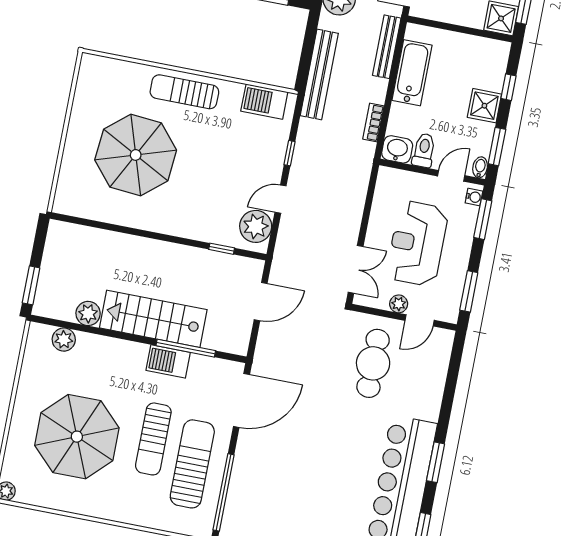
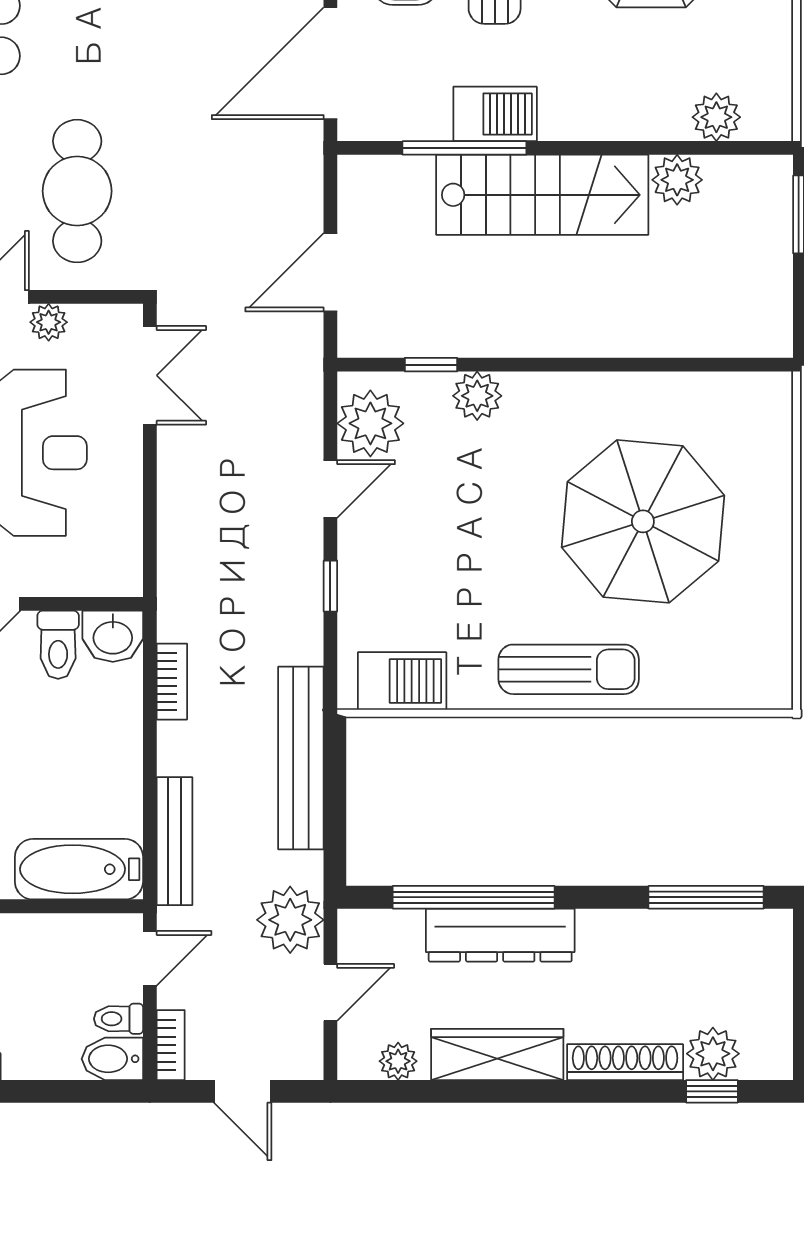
bathtub: (412, 73) -> (79, 869), moved, turned 90
plant: (203, 230) -> (477, 396), added
double door: (356, 269) -> (150, 375), swing flipped

